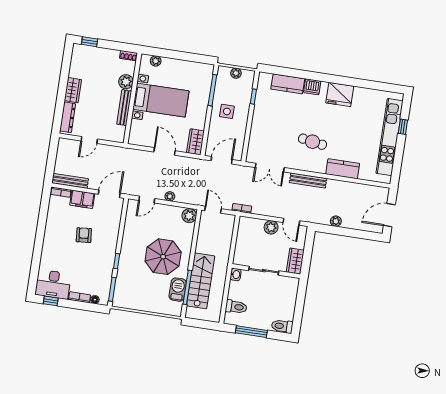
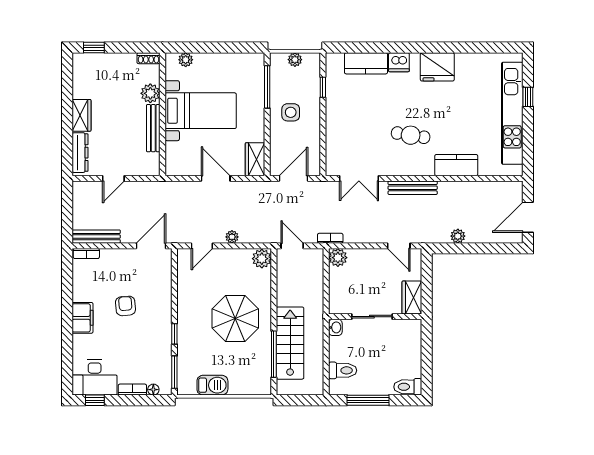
filing cabinet: (82, 199) -> (83, 318), moved, turned -90
plant: (271, 227) -> (338, 258), moved
barbecue: (178, 290) -> (212, 385), moved, turned 90

